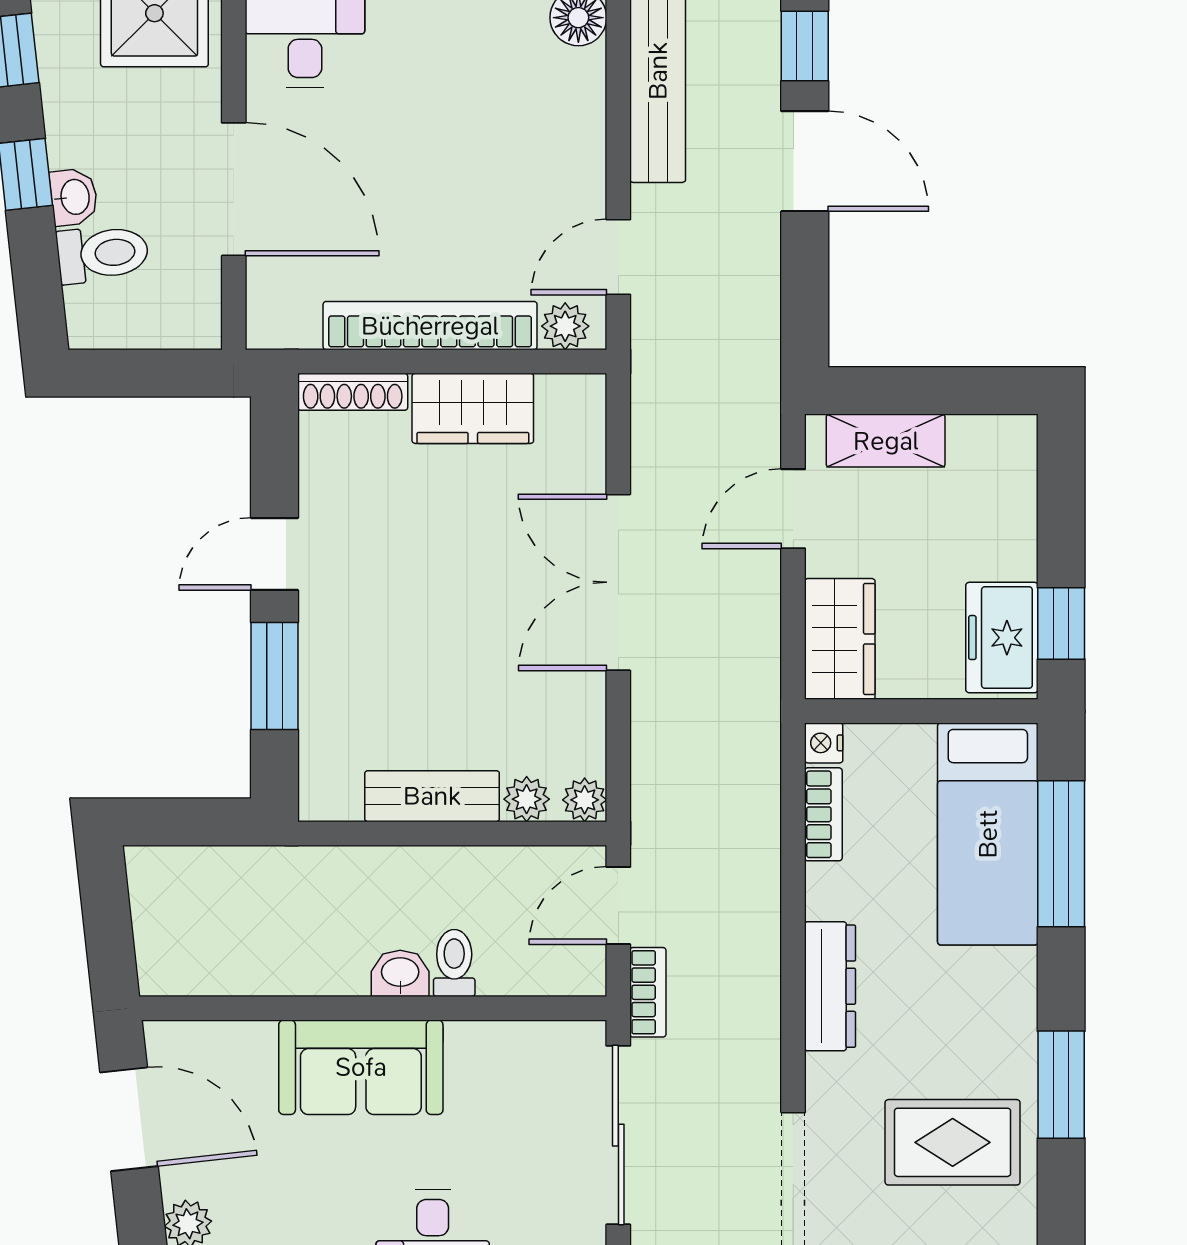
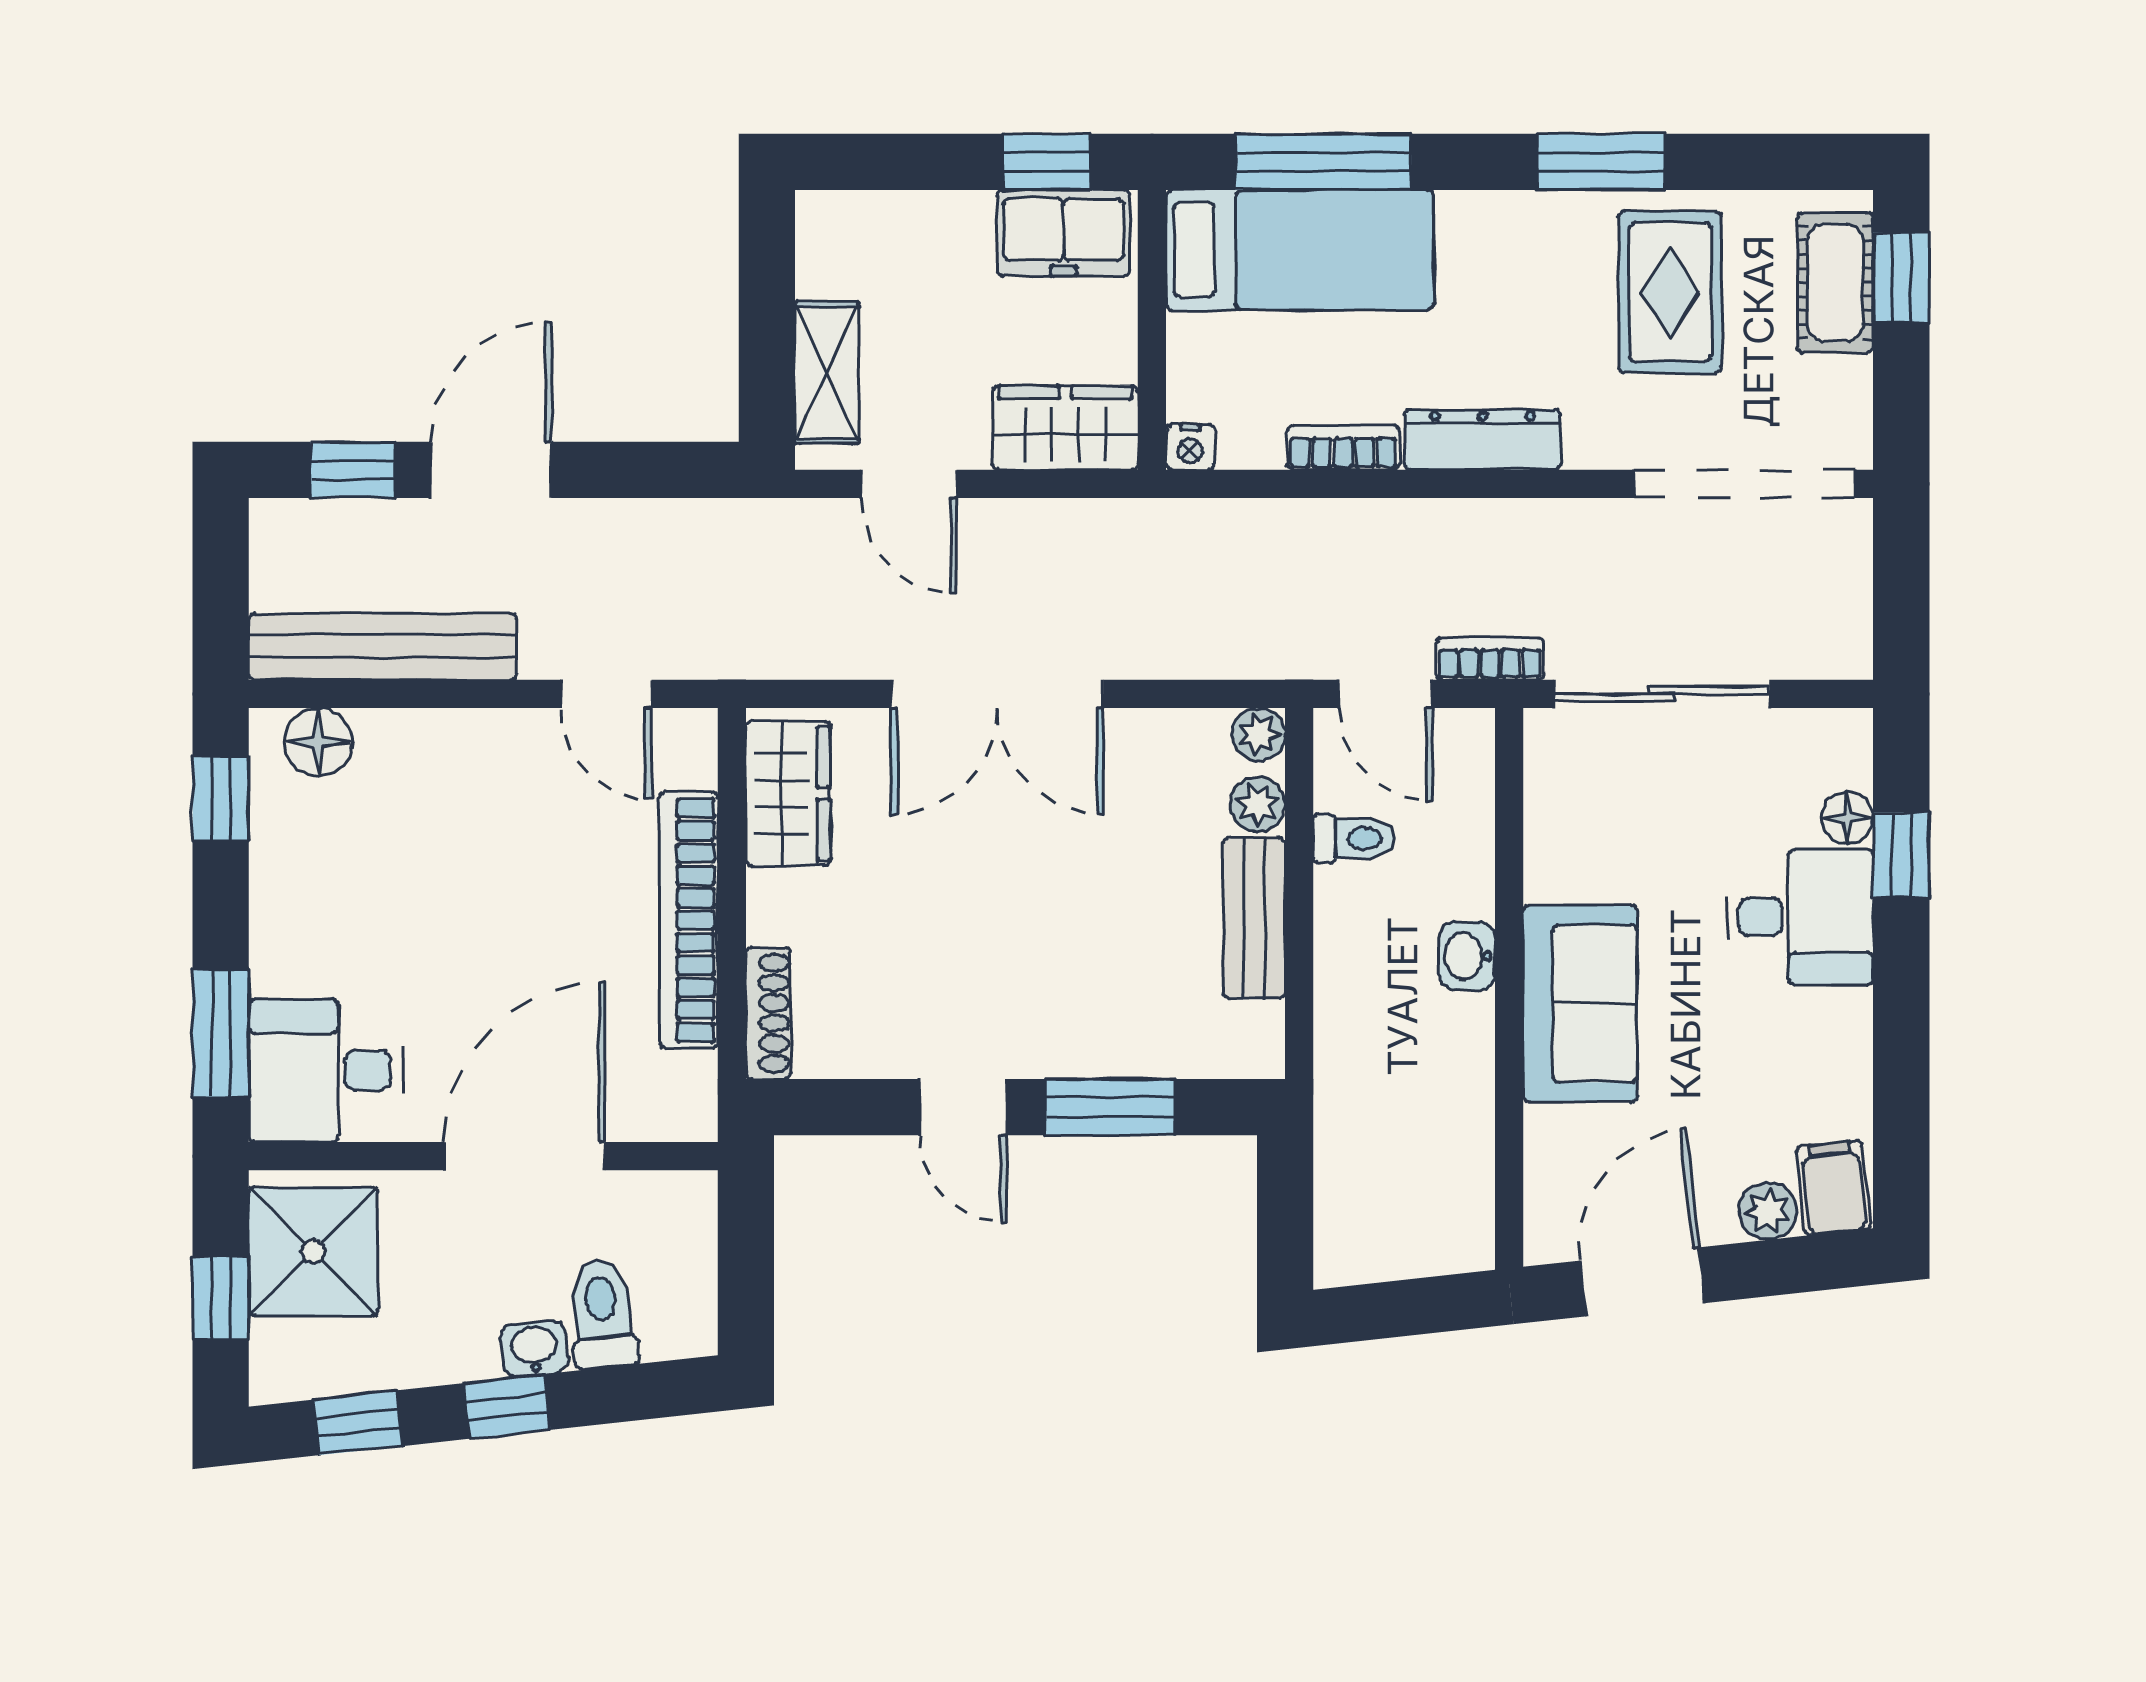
plant: (565, 326) -> (689, 758), removed
wardrobe: (473, 408) -> (788, 794), moved
bookcase: (823, 814) -> (1343, 447), moved
toilet: (454, 963) -> (1353, 839), moved, turned 180

